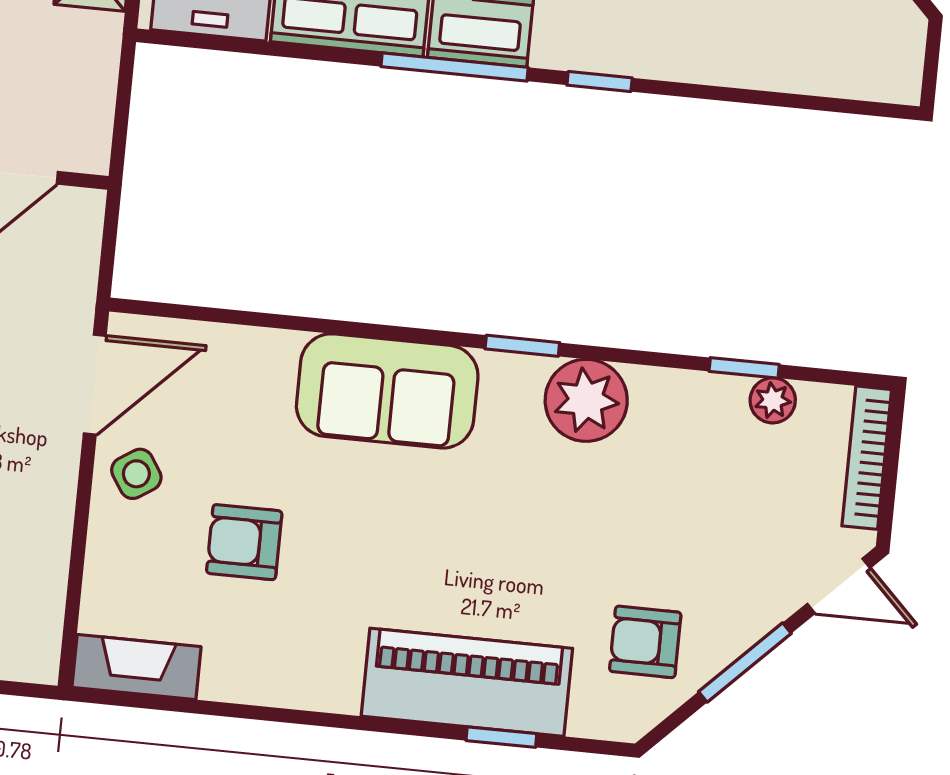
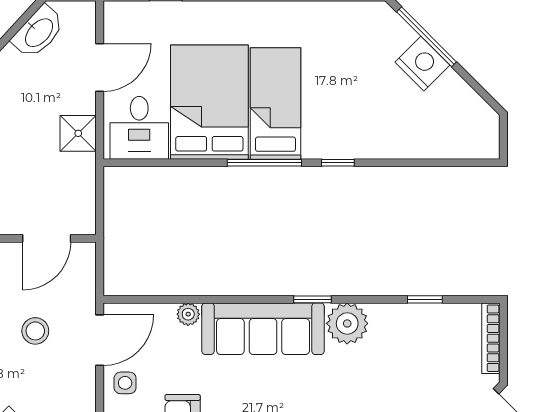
sofa: (387, 391) -> (263, 329), width x1.36
plant: (773, 400) -> (188, 314), moved
side table: (136, 474) -> (125, 383), turned 33

